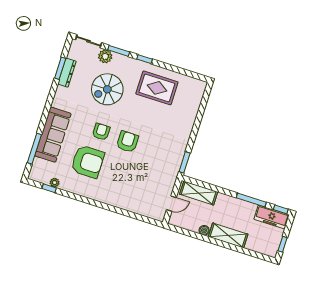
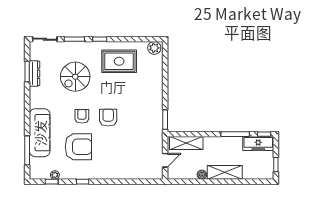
plant: (105, 56) -> (154, 48), moved
window: (81, 198) -> (83, 182), added

